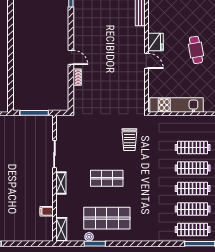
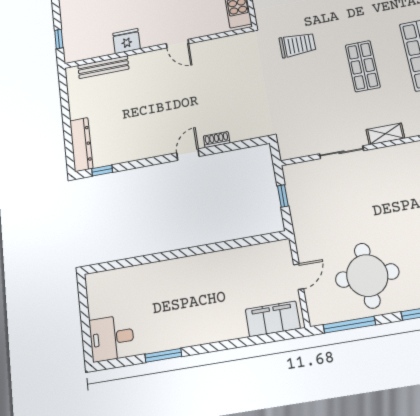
fridge: (155, 42) -> (127, 41), moved
door: (147, 61) -> (178, 44), swing flipped
window: (34, 113) -> (283, 196), width x0.46

